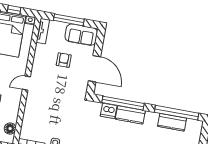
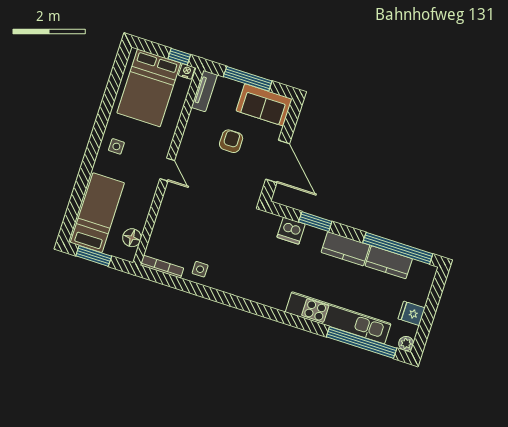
window: (14, 10) -> (179, 57), moved
door: (26, 83) -> (167, 170), swing flipped
window: (123, 103) -> (315, 222), width x0.47
kitchen counter: (130, 115) -> (346, 249), moved

